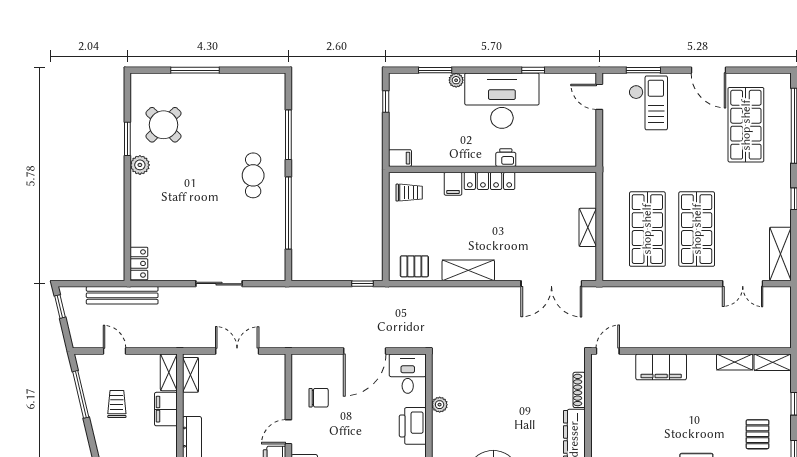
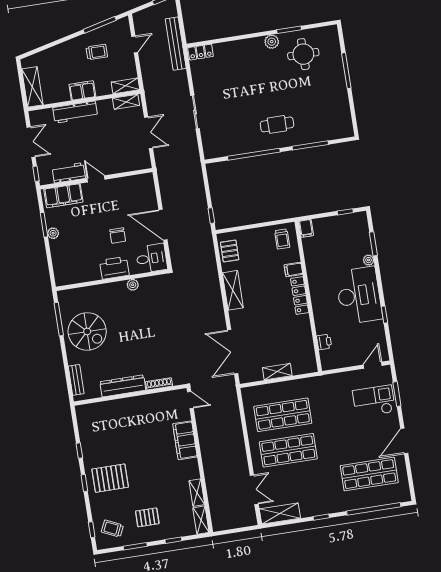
checkout: (648, 103) -> (374, 401), turned 180
round table: (164, 125) -> (303, 54), turned 45
printer: (506, 158) -> (324, 342), moved
double door: (743, 284) -> (254, 490), swing flipped
chair: (319, 398) -> (118, 236), moved
filing cabinet: (166, 409) -> (82, 90), moved

